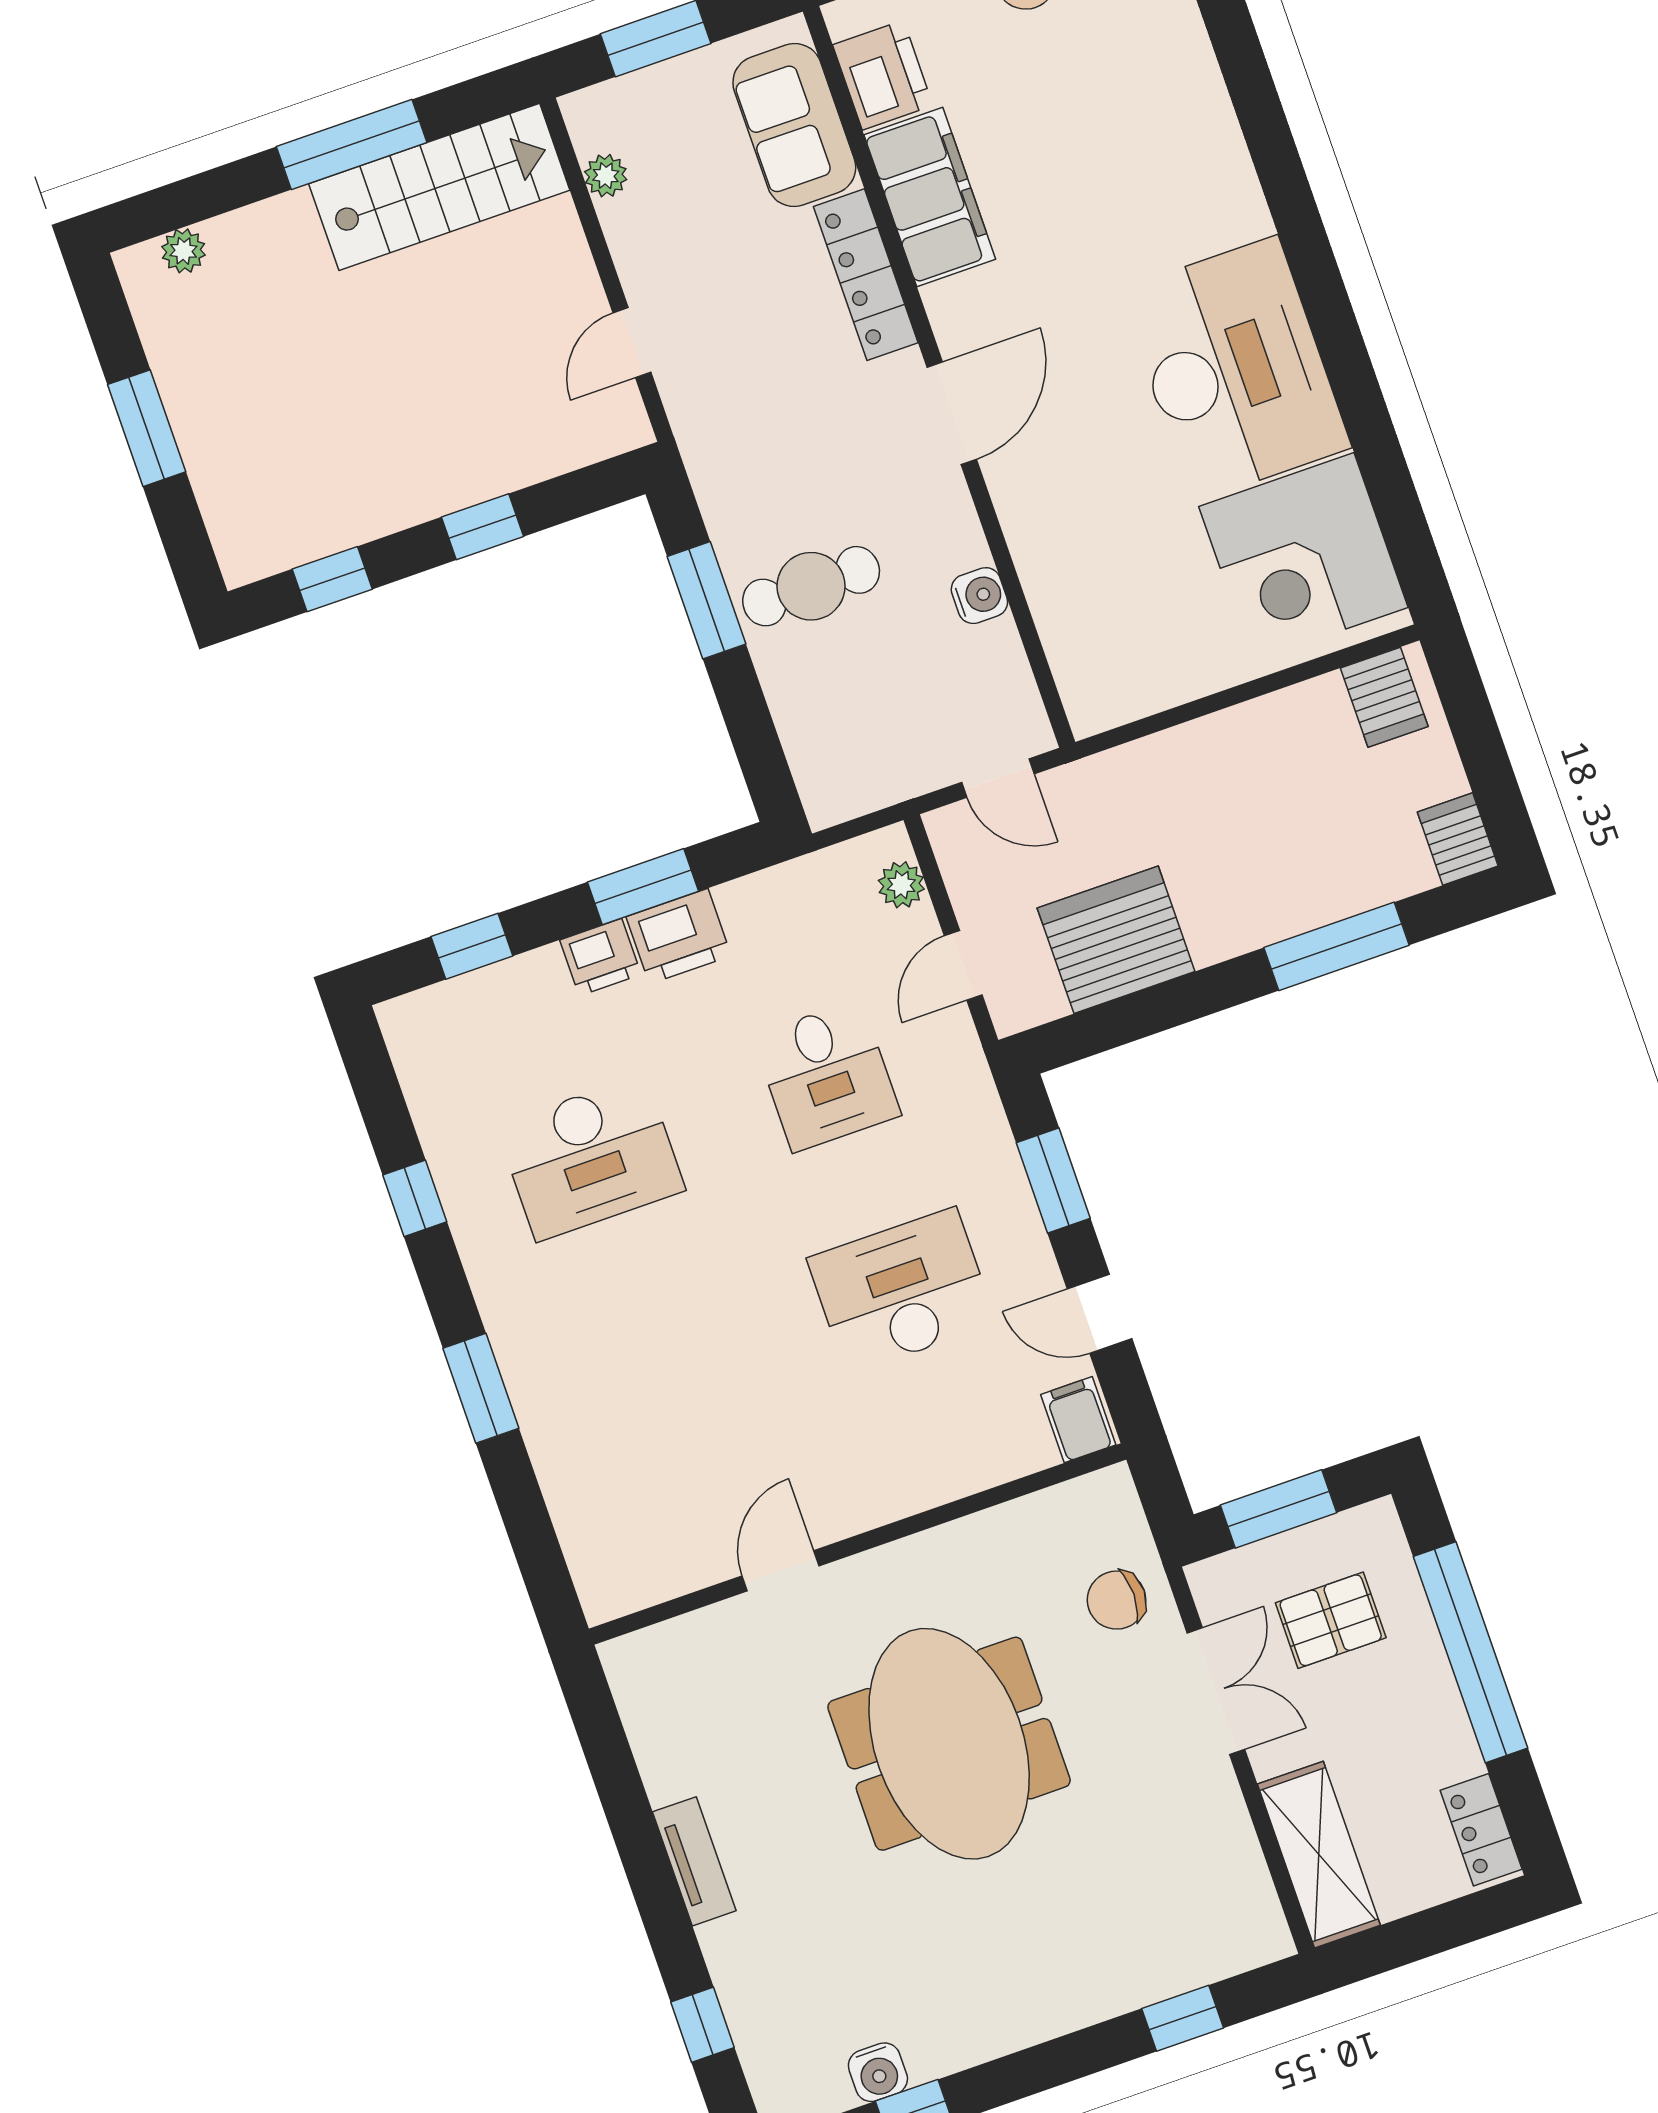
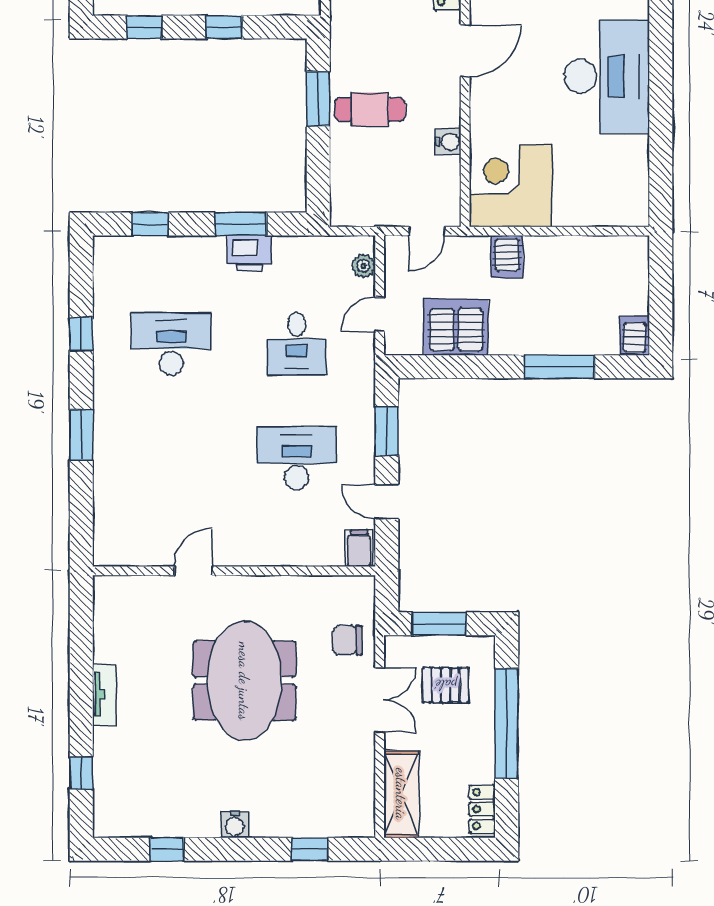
corner desk: (1303, 557) -> (511, 186), moved, turned 90
server rack: (1384, 697) -> (507, 257), moved
door: (998, 778) -> (427, 231), hinge flipped
printer: (600, 957) -> (209, 250), removed
desk: (591, 1158) -> (171, 344), turned 180
water cooler: (878, 2072) -> (235, 825), moved

